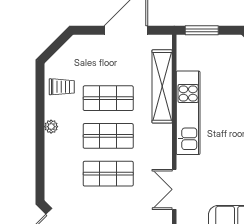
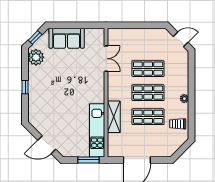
shelving: (162, 86) -> (114, 117), width x0.68
kitchen unit: (188, 113) -> (97, 130), moved

